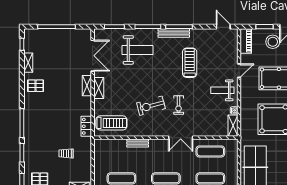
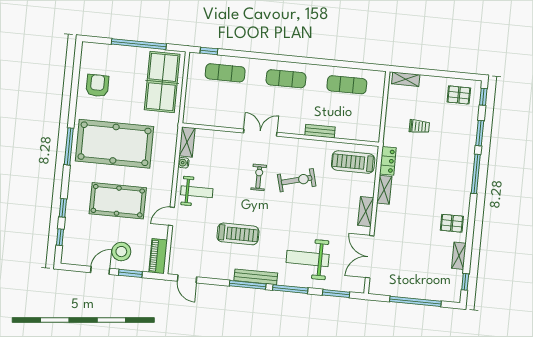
treadmill: (190, 63) -> (238, 234), turned -90
shelving: (87, 86) -> (384, 190), moved
exercise mat: (210, 151) -> (222, 110), removed

